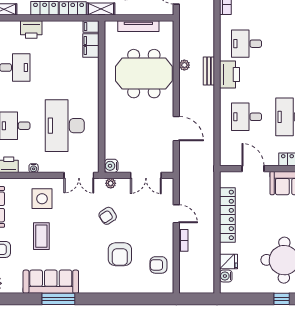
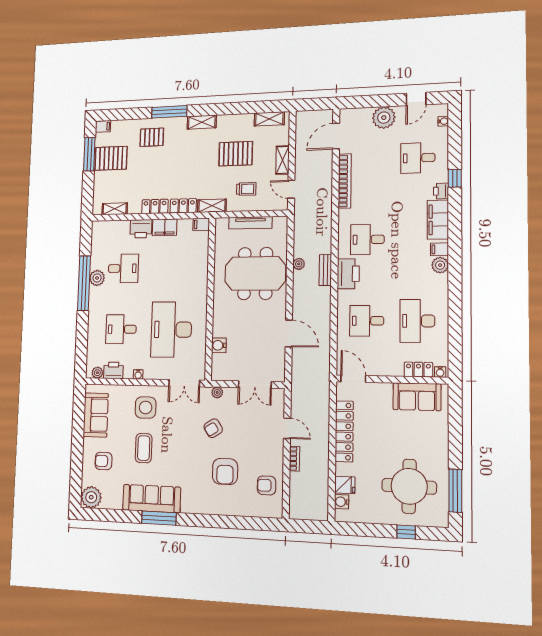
filing cabinet: (91, 45) -> (165, 227), moved, turned -90
water cooler: (111, 166) -> (219, 345), moved
door: (253, 169) -> (353, 379), moved

